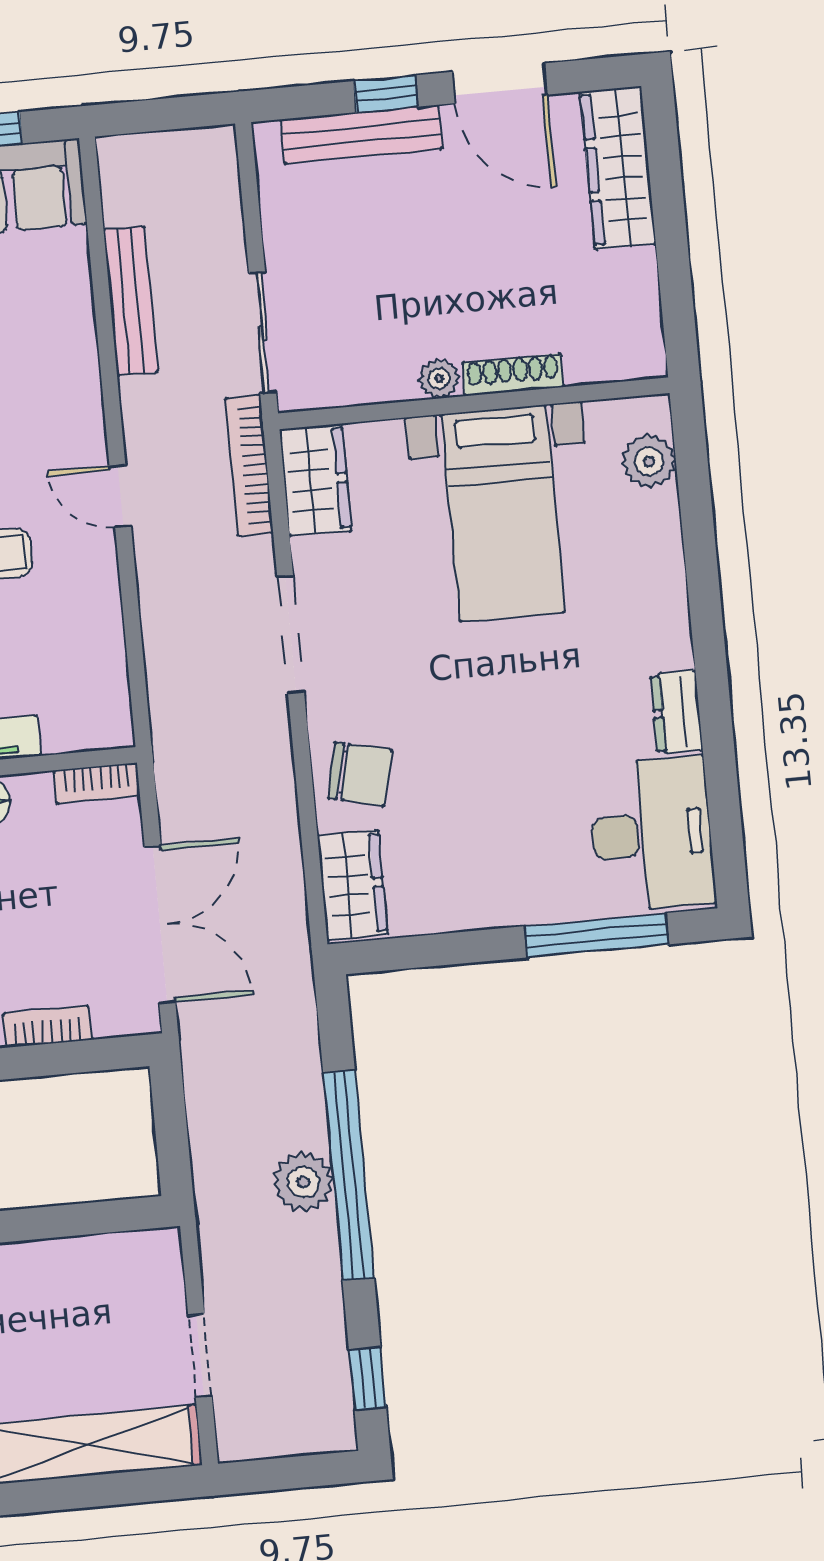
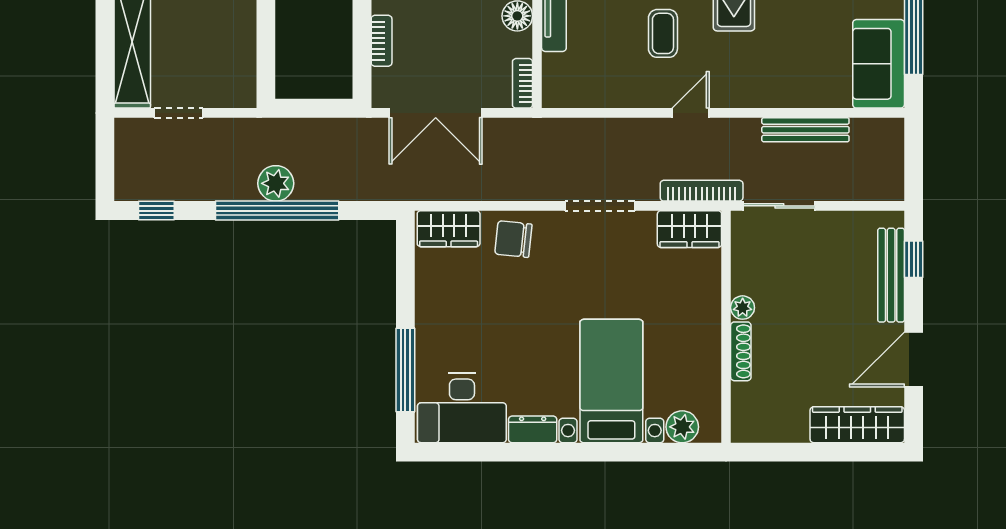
window: (386, 94) -> (914, 259), moved
bed with nightstands: (503, 513) -> (611, 381), moved, turned 90
chair: (360, 774) -> (513, 239), turned 83

